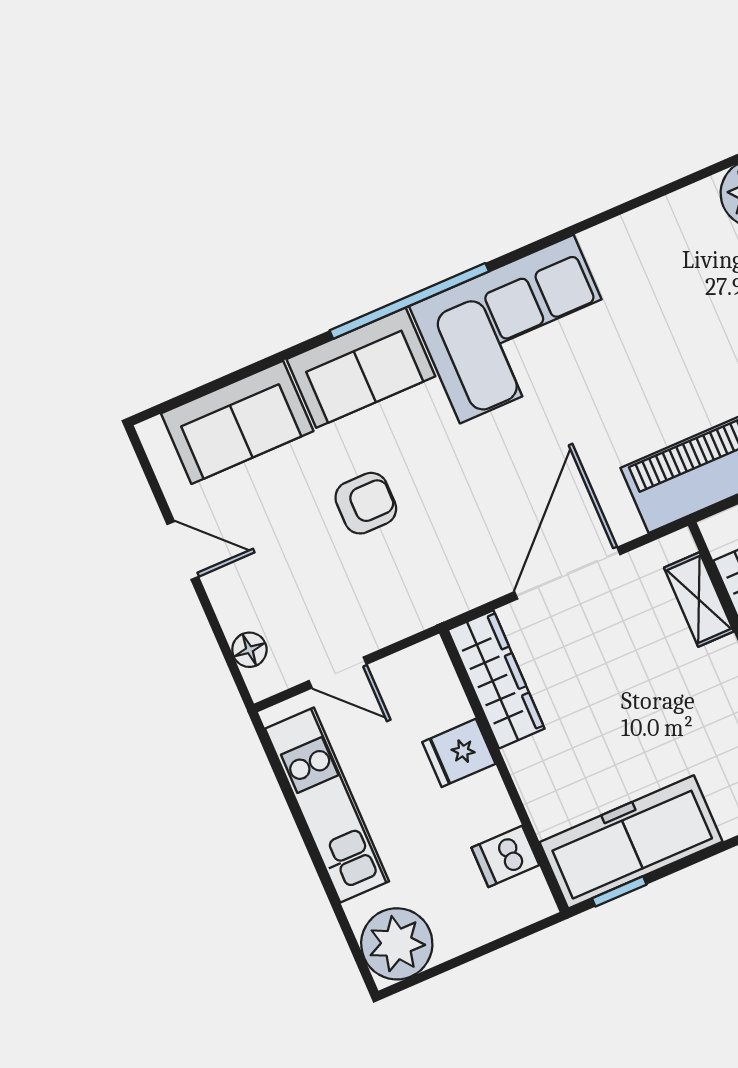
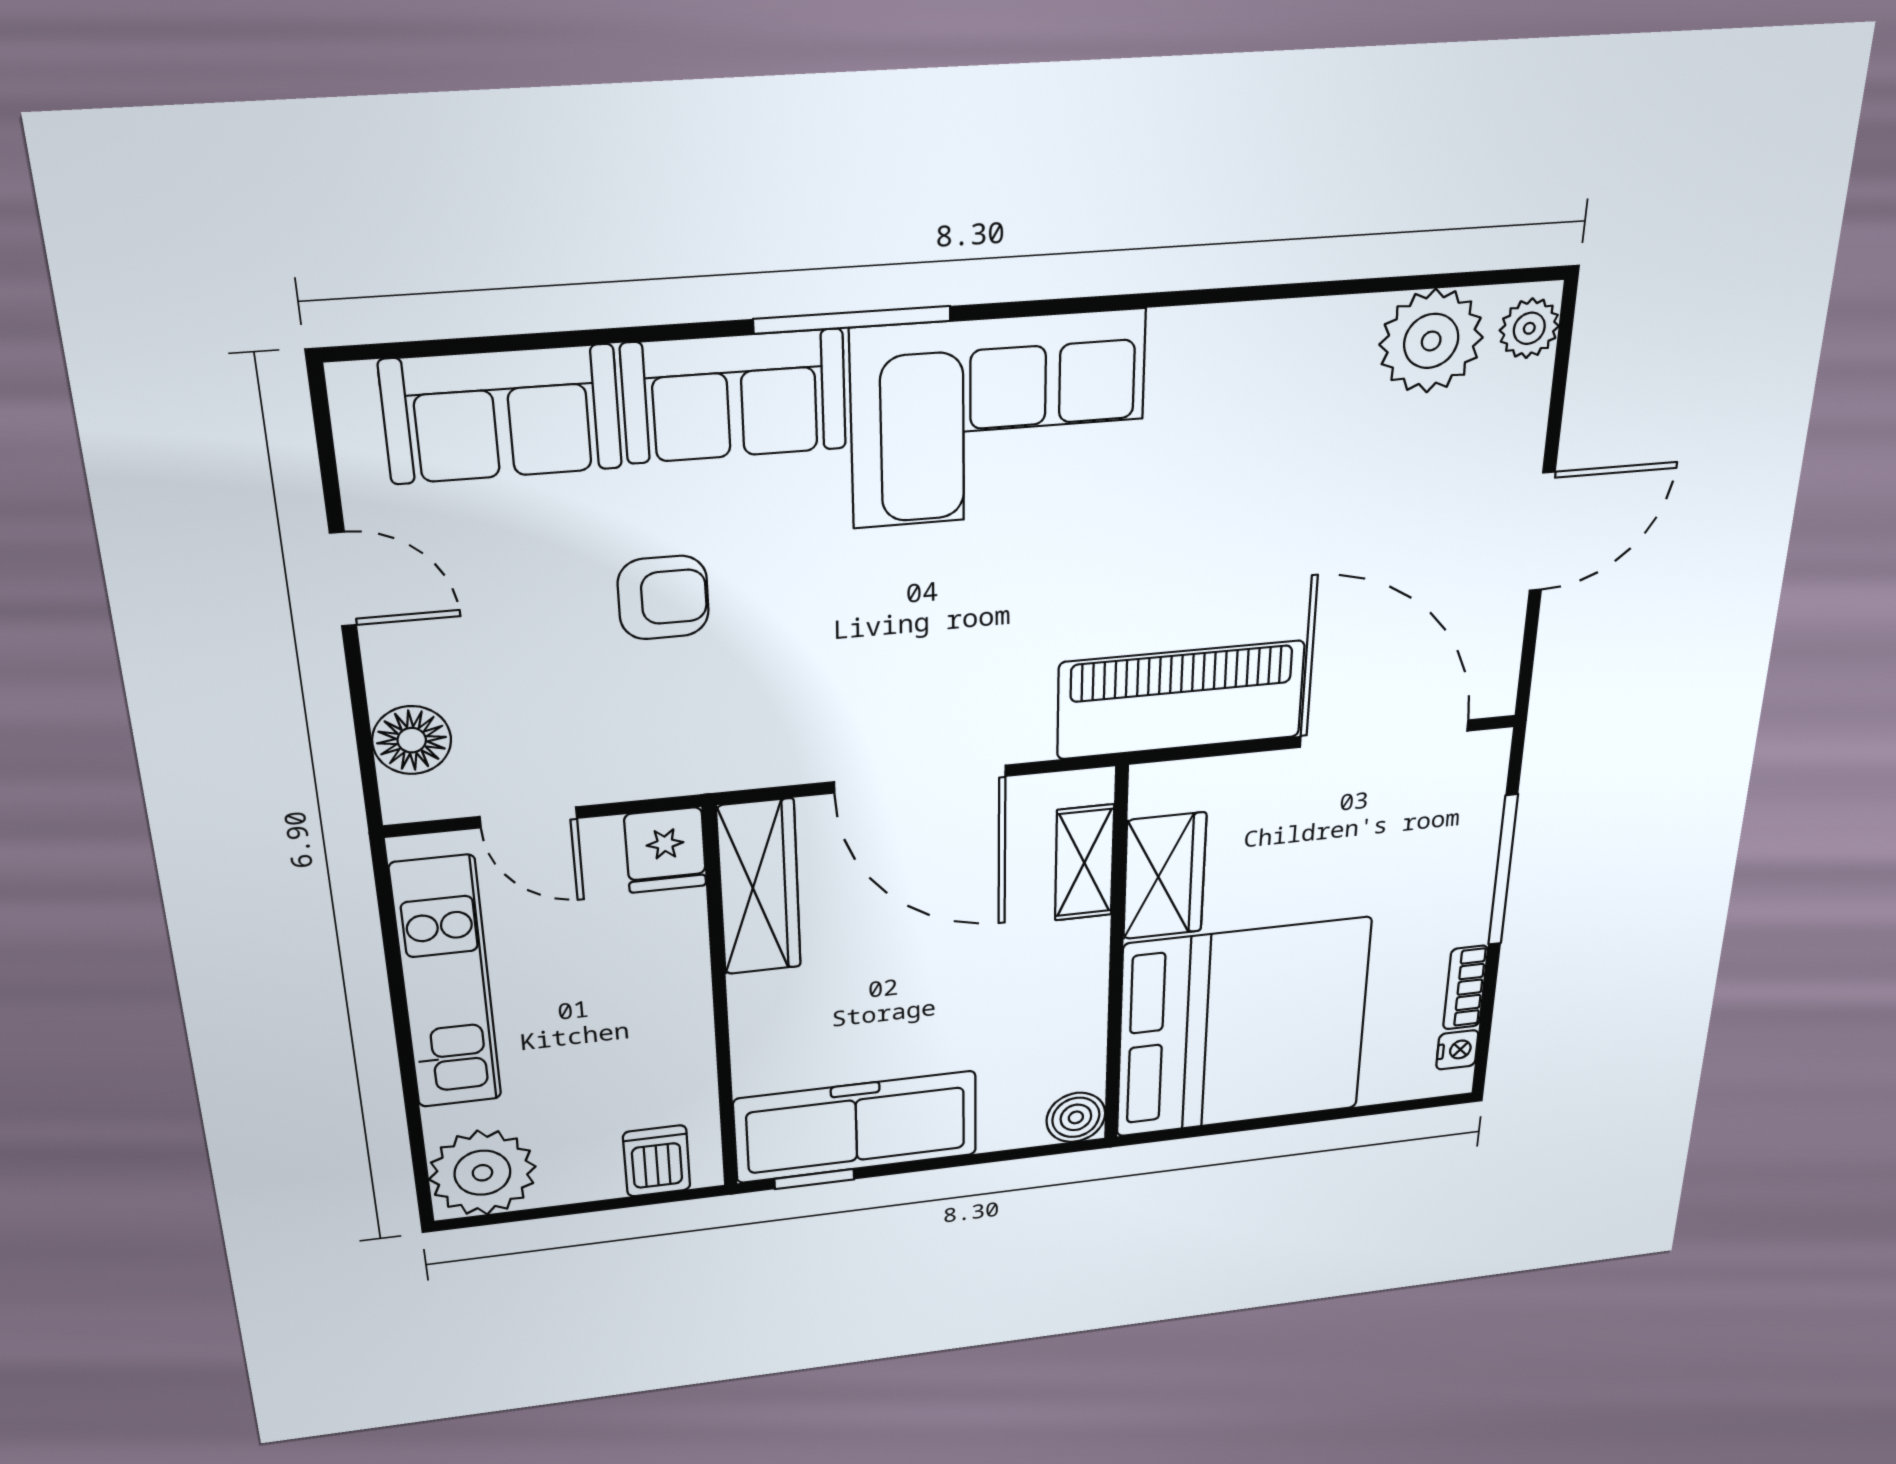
window: (409, 301) -> (852, 320), width x0.68
door: (567, 573) -> (920, 779), swing flipped
floor lamp: (249, 650) -> (412, 740), width x1.37, depth x1.37
fridge: (459, 753) -> (665, 850), moved, turned -90
dishwasher: (505, 856) -> (657, 1161), moved, turned 90

